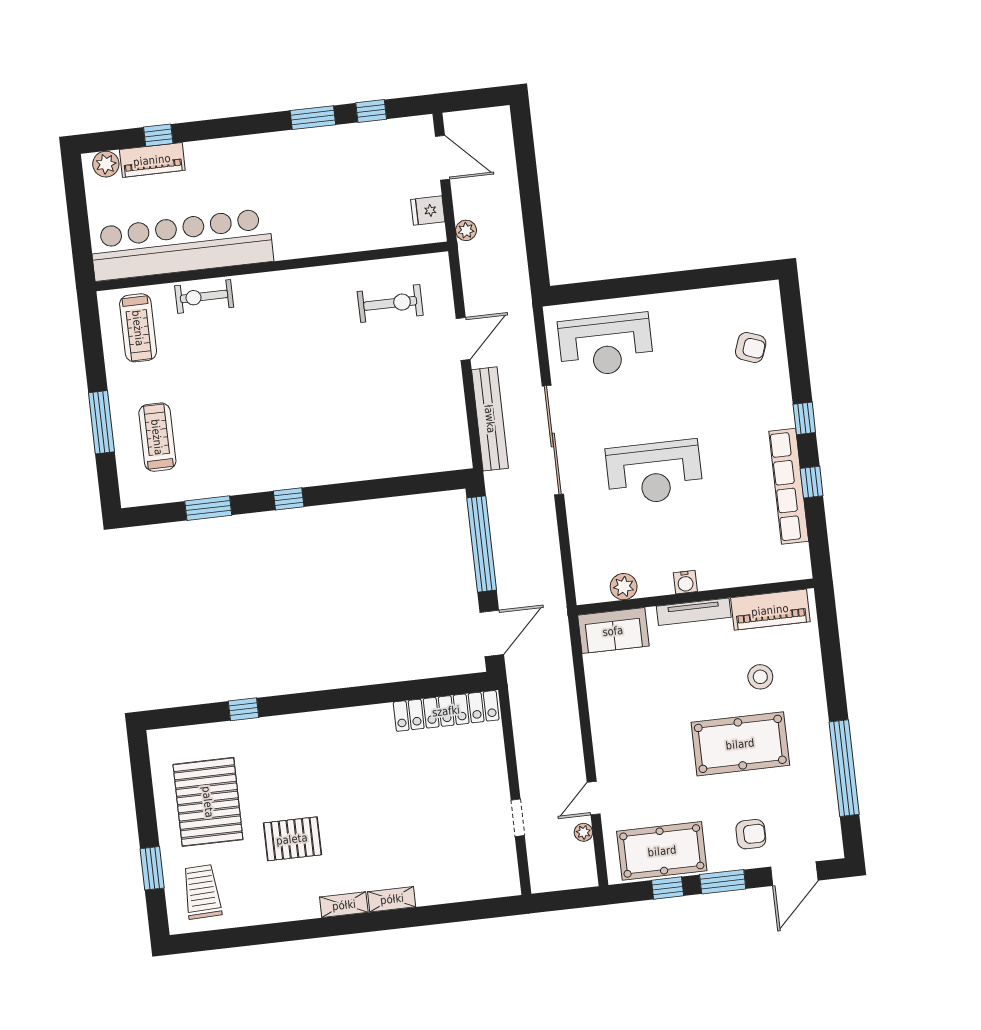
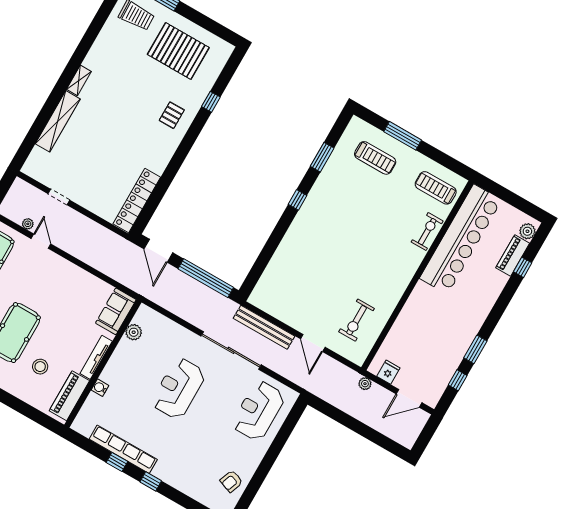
armchair: (751, 347) -> (231, 481), moved
water cooler: (685, 582) -> (100, 388), moved
pallet: (292, 839) -> (172, 115), moved, width x0.67, depth x0.71
shelving: (392, 899) -> (58, 121), width x2.20, depth x1.33

